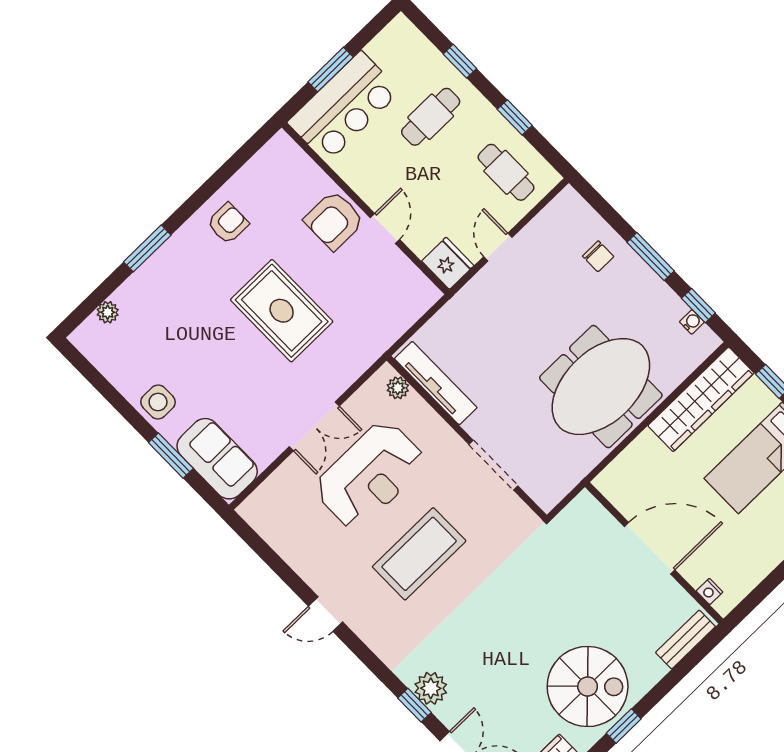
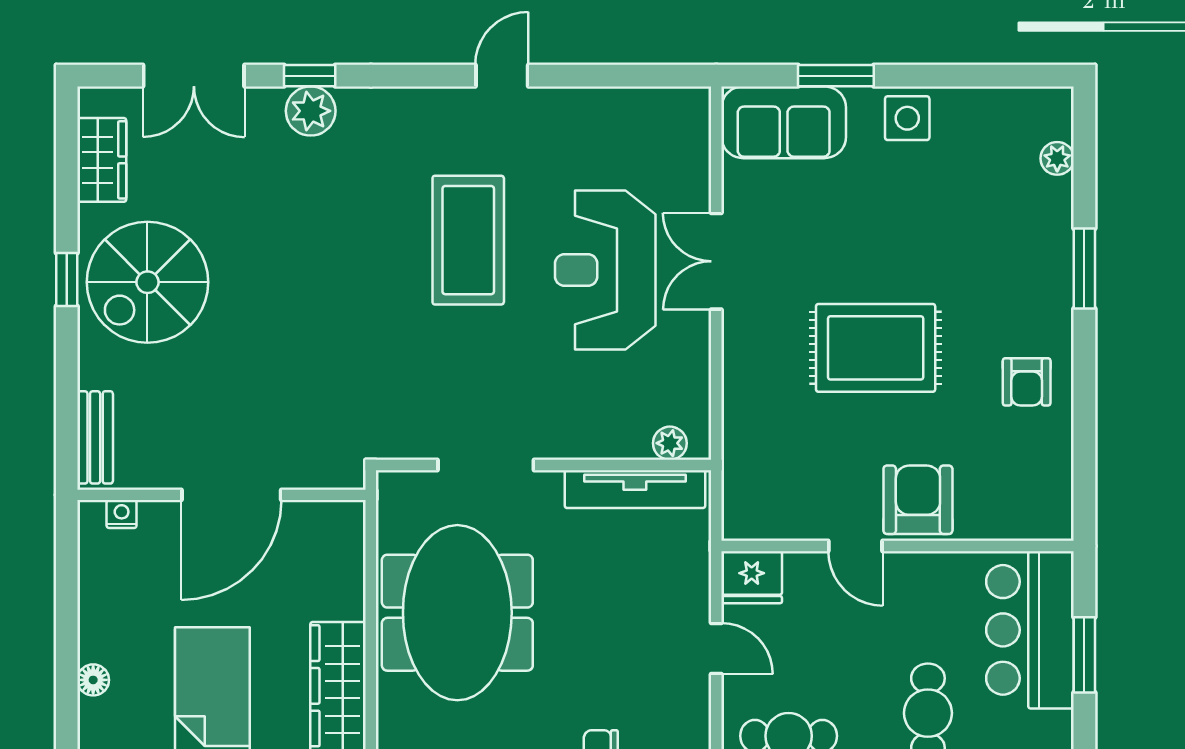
tv unit: (436, 383) -> (635, 489), moved
plant: (398, 388) -> (670, 443), moved
wall: (467, 438) -> (544, 465), moved
doorway: (493, 465) -> (486, 465), moved

